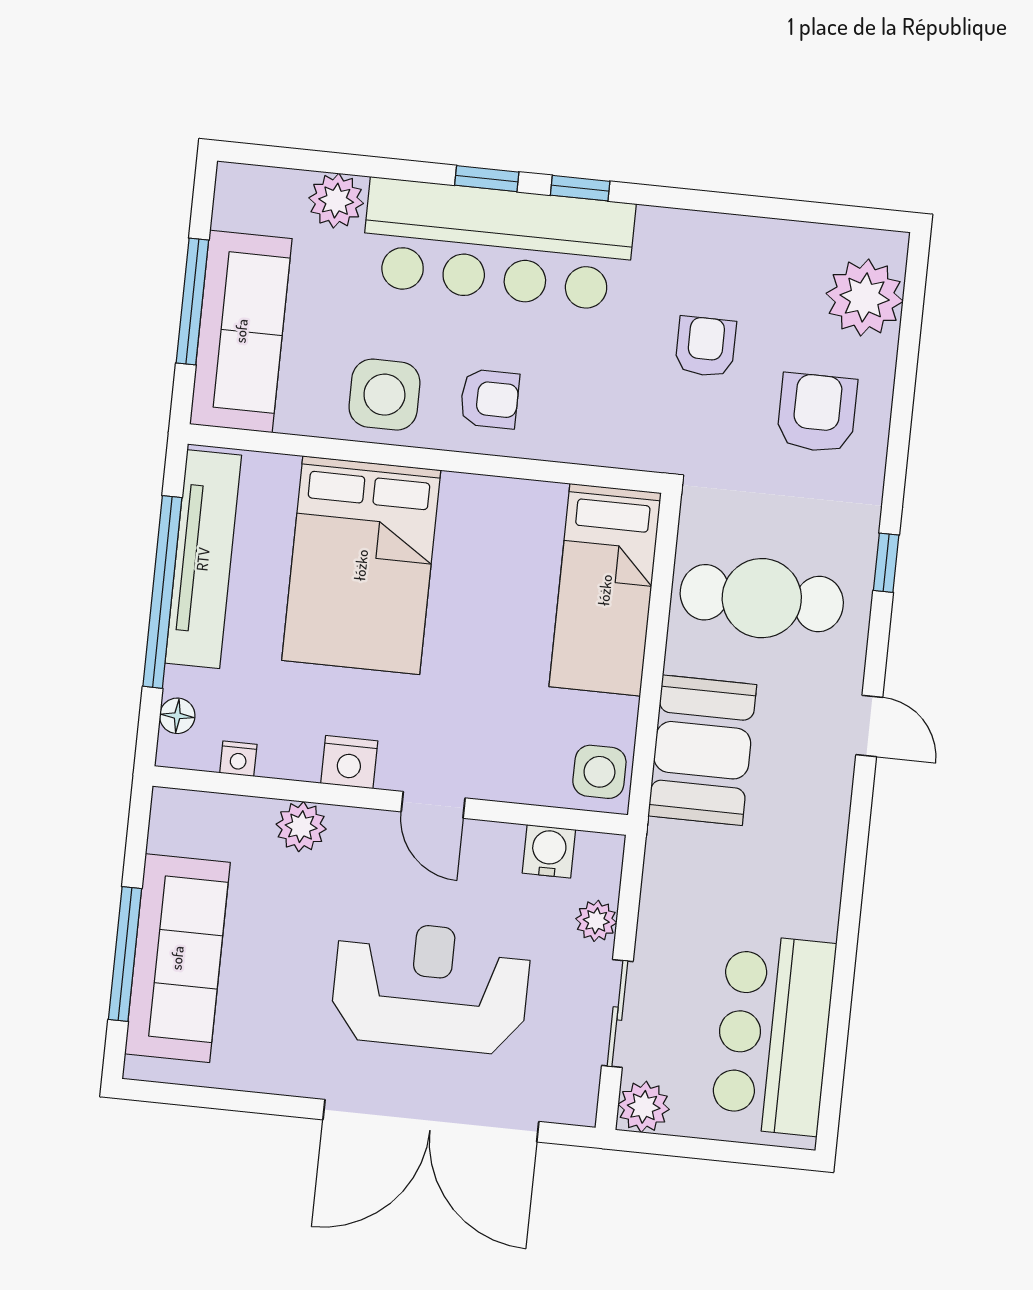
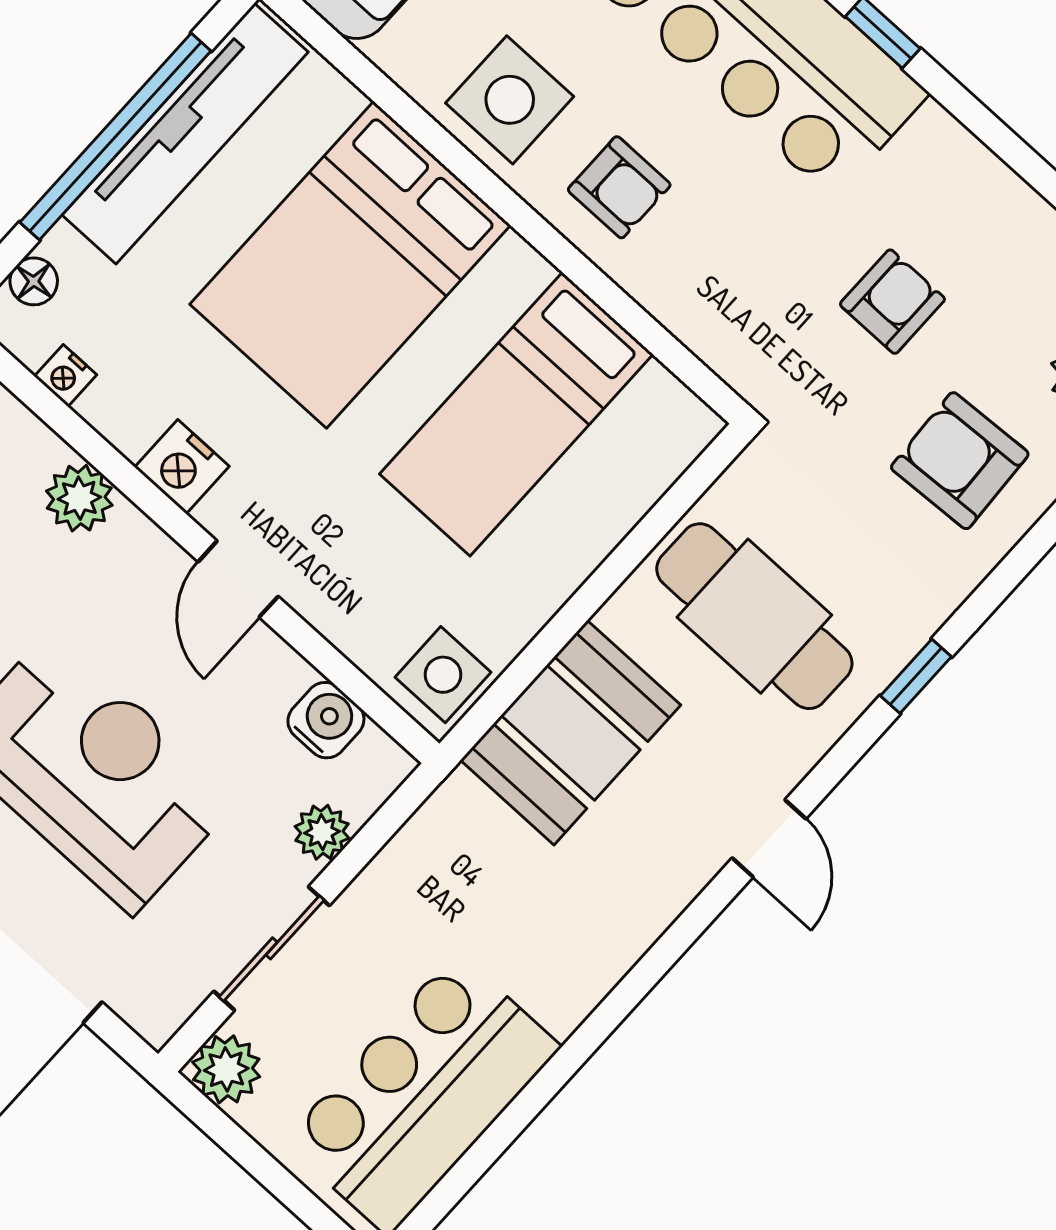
armchair: (817, 413) -> (960, 461), turned -93
bed: (605, 590) -> (516, 414), moved

